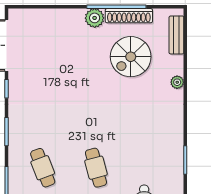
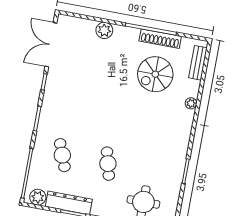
plant: (95, 18) -> (104, 30), moved

